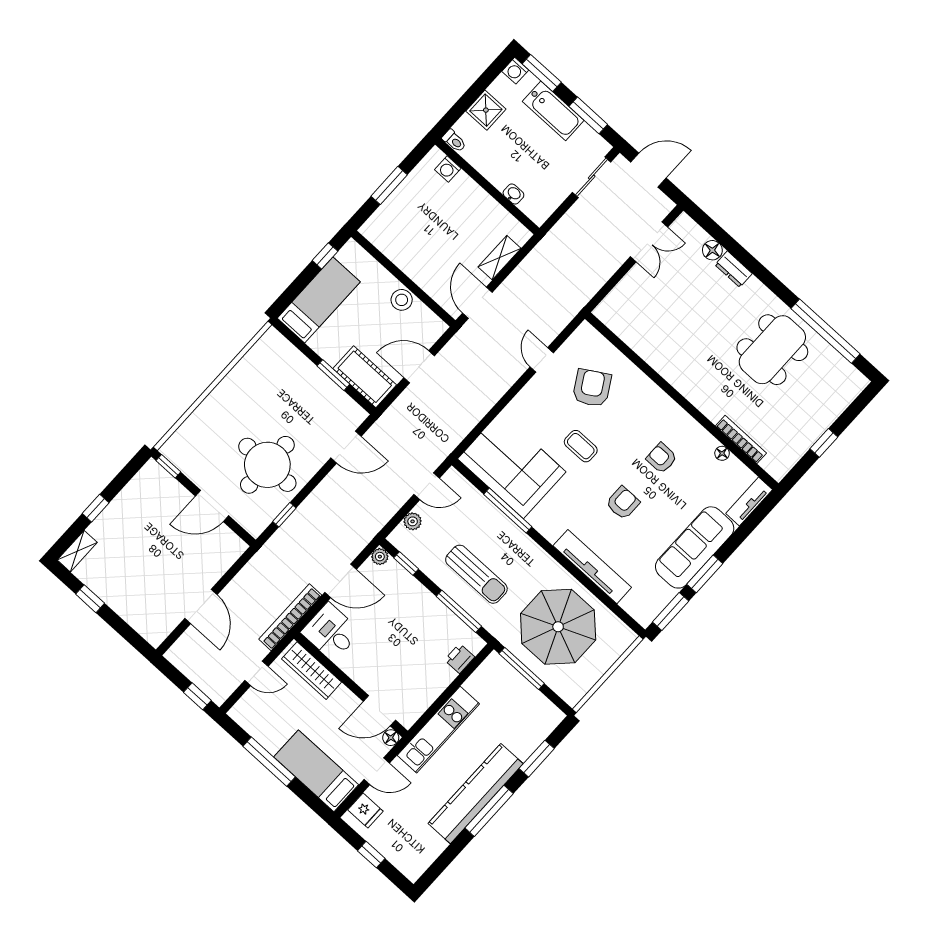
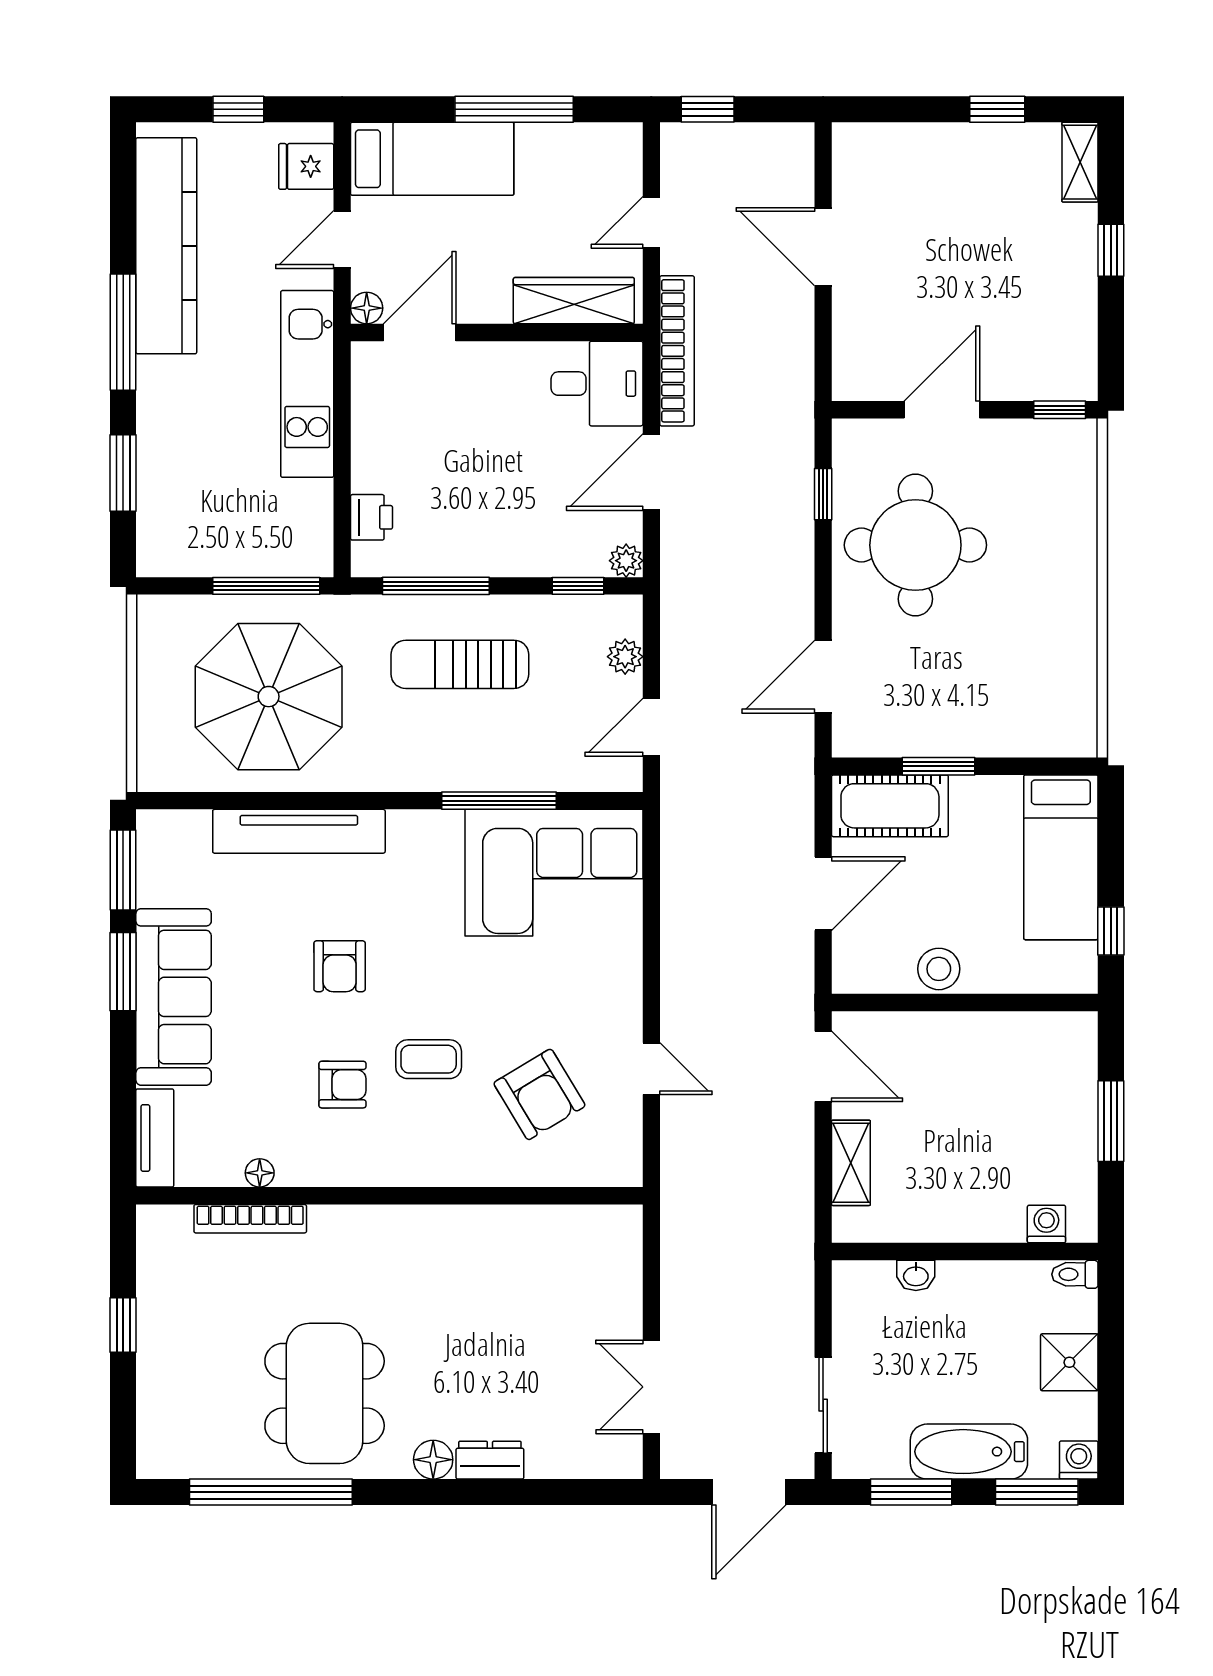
floor lamp: (712, 250) -> (433, 1460), moved
coffee table: (581, 446) -> (429, 1059), moved
kitchen counter: (476, 794) -> (166, 246), moved

